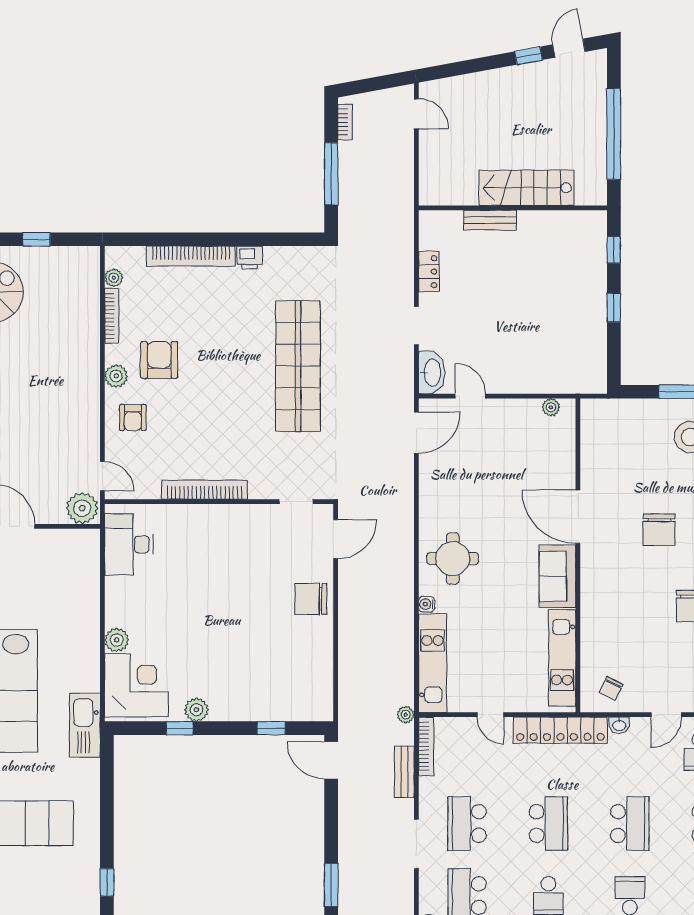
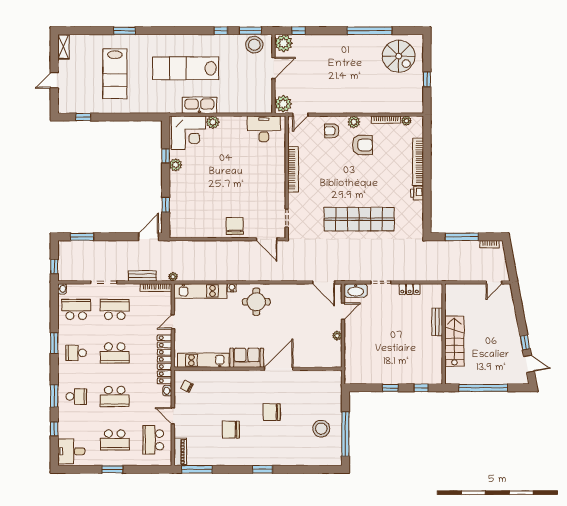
plant: (551, 407) -> (337, 336), moved
kitchen sink: (85, 725) -> (199, 105), moved

